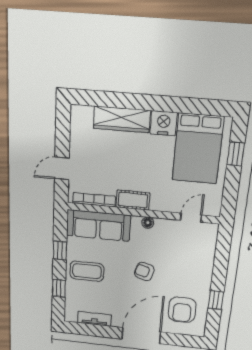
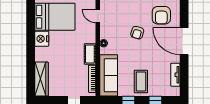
wardrobe: (122, 119) -> (41, 79), moved
armchair: (144, 271) -> (137, 33), moved
armchair: (182, 310) -> (161, 15), turned 90

